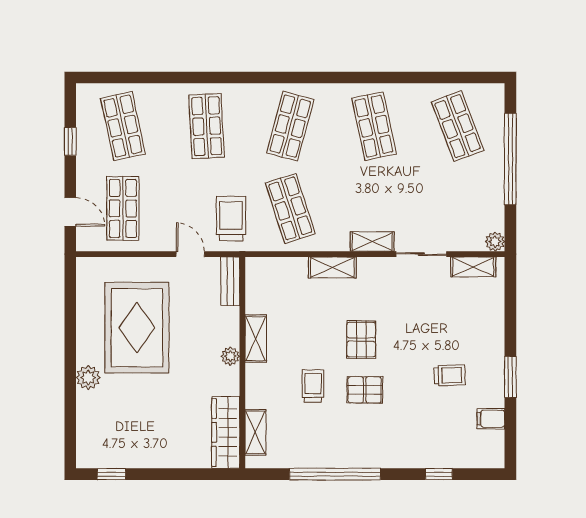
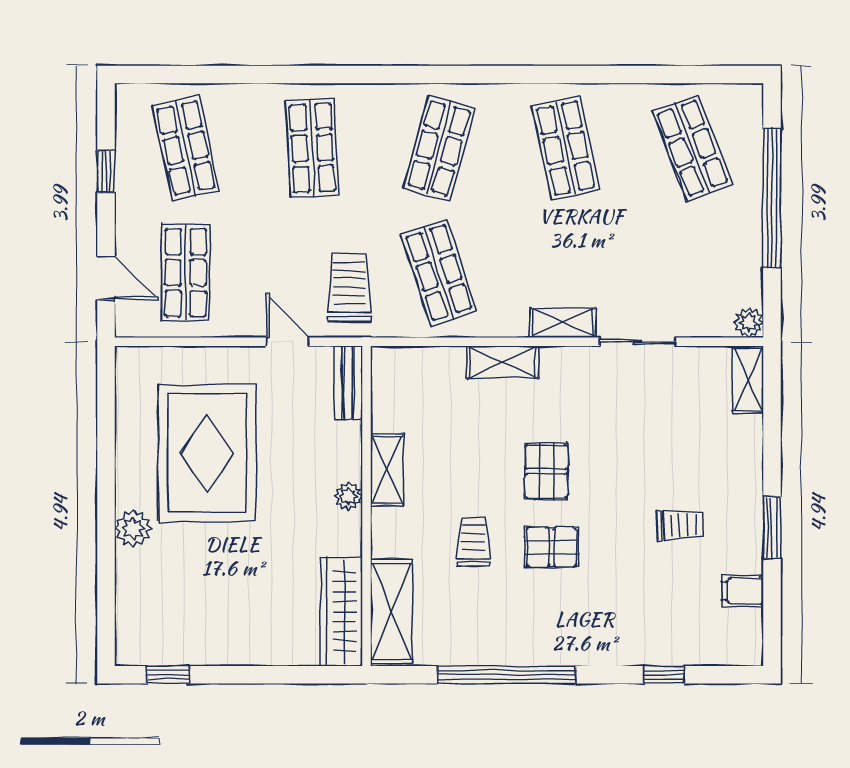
shelving: (473, 267) -> (748, 380), moved, turned 90
shelving: (255, 432) -> (391, 612), width x1.50, depth x1.33

